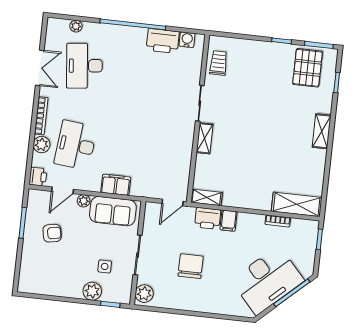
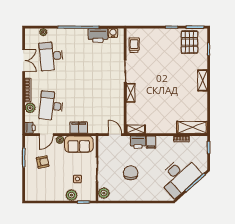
door: (173, 202) -> (115, 135), swing flipped

